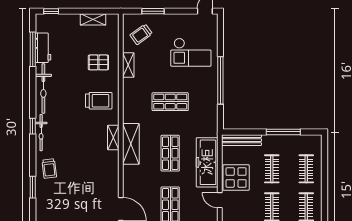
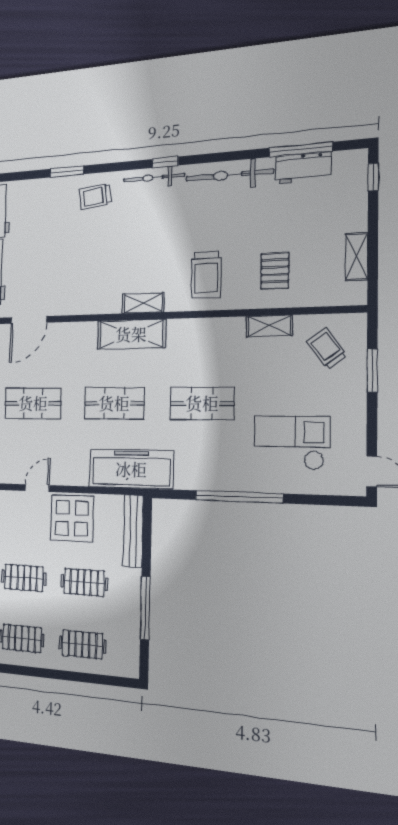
checkout: (191, 52) -> (292, 443), turned 90
shop shelf: (170, 102) -> (202, 403), turned 90
freezer: (207, 162) -> (131, 469), moved

